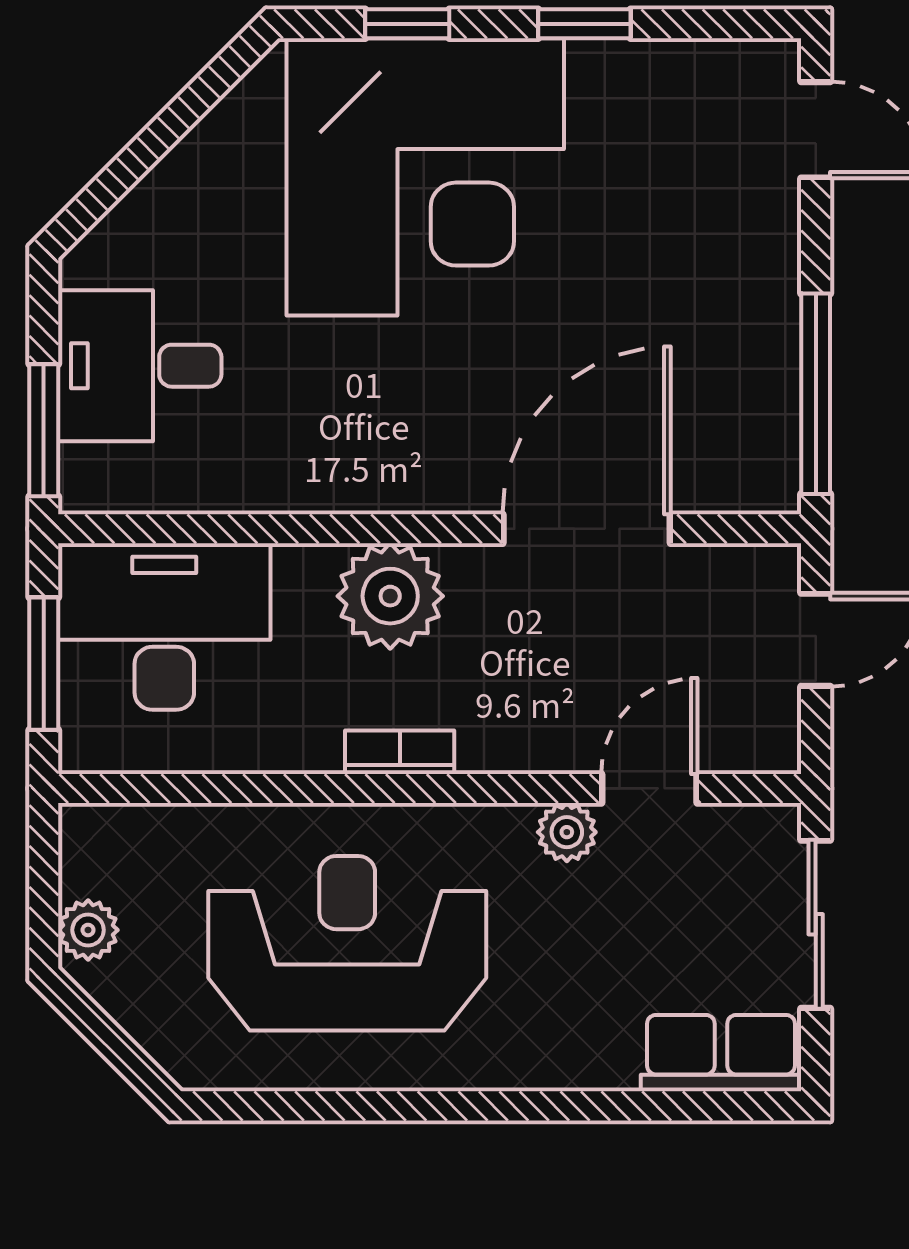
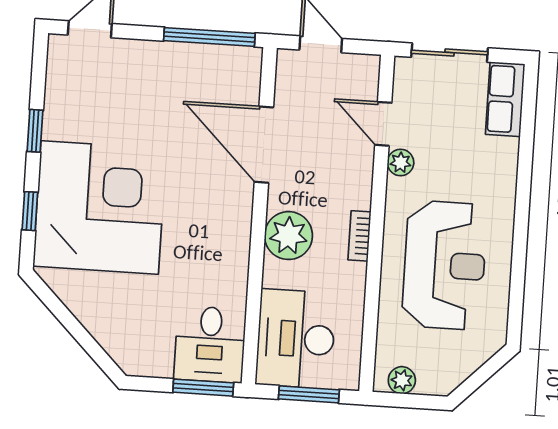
desk: (140, 366) -> (210, 344), moved
plant: (88, 930) -> (402, 380), moved
reception desk: (347, 943) -> (444, 265), turned 180

